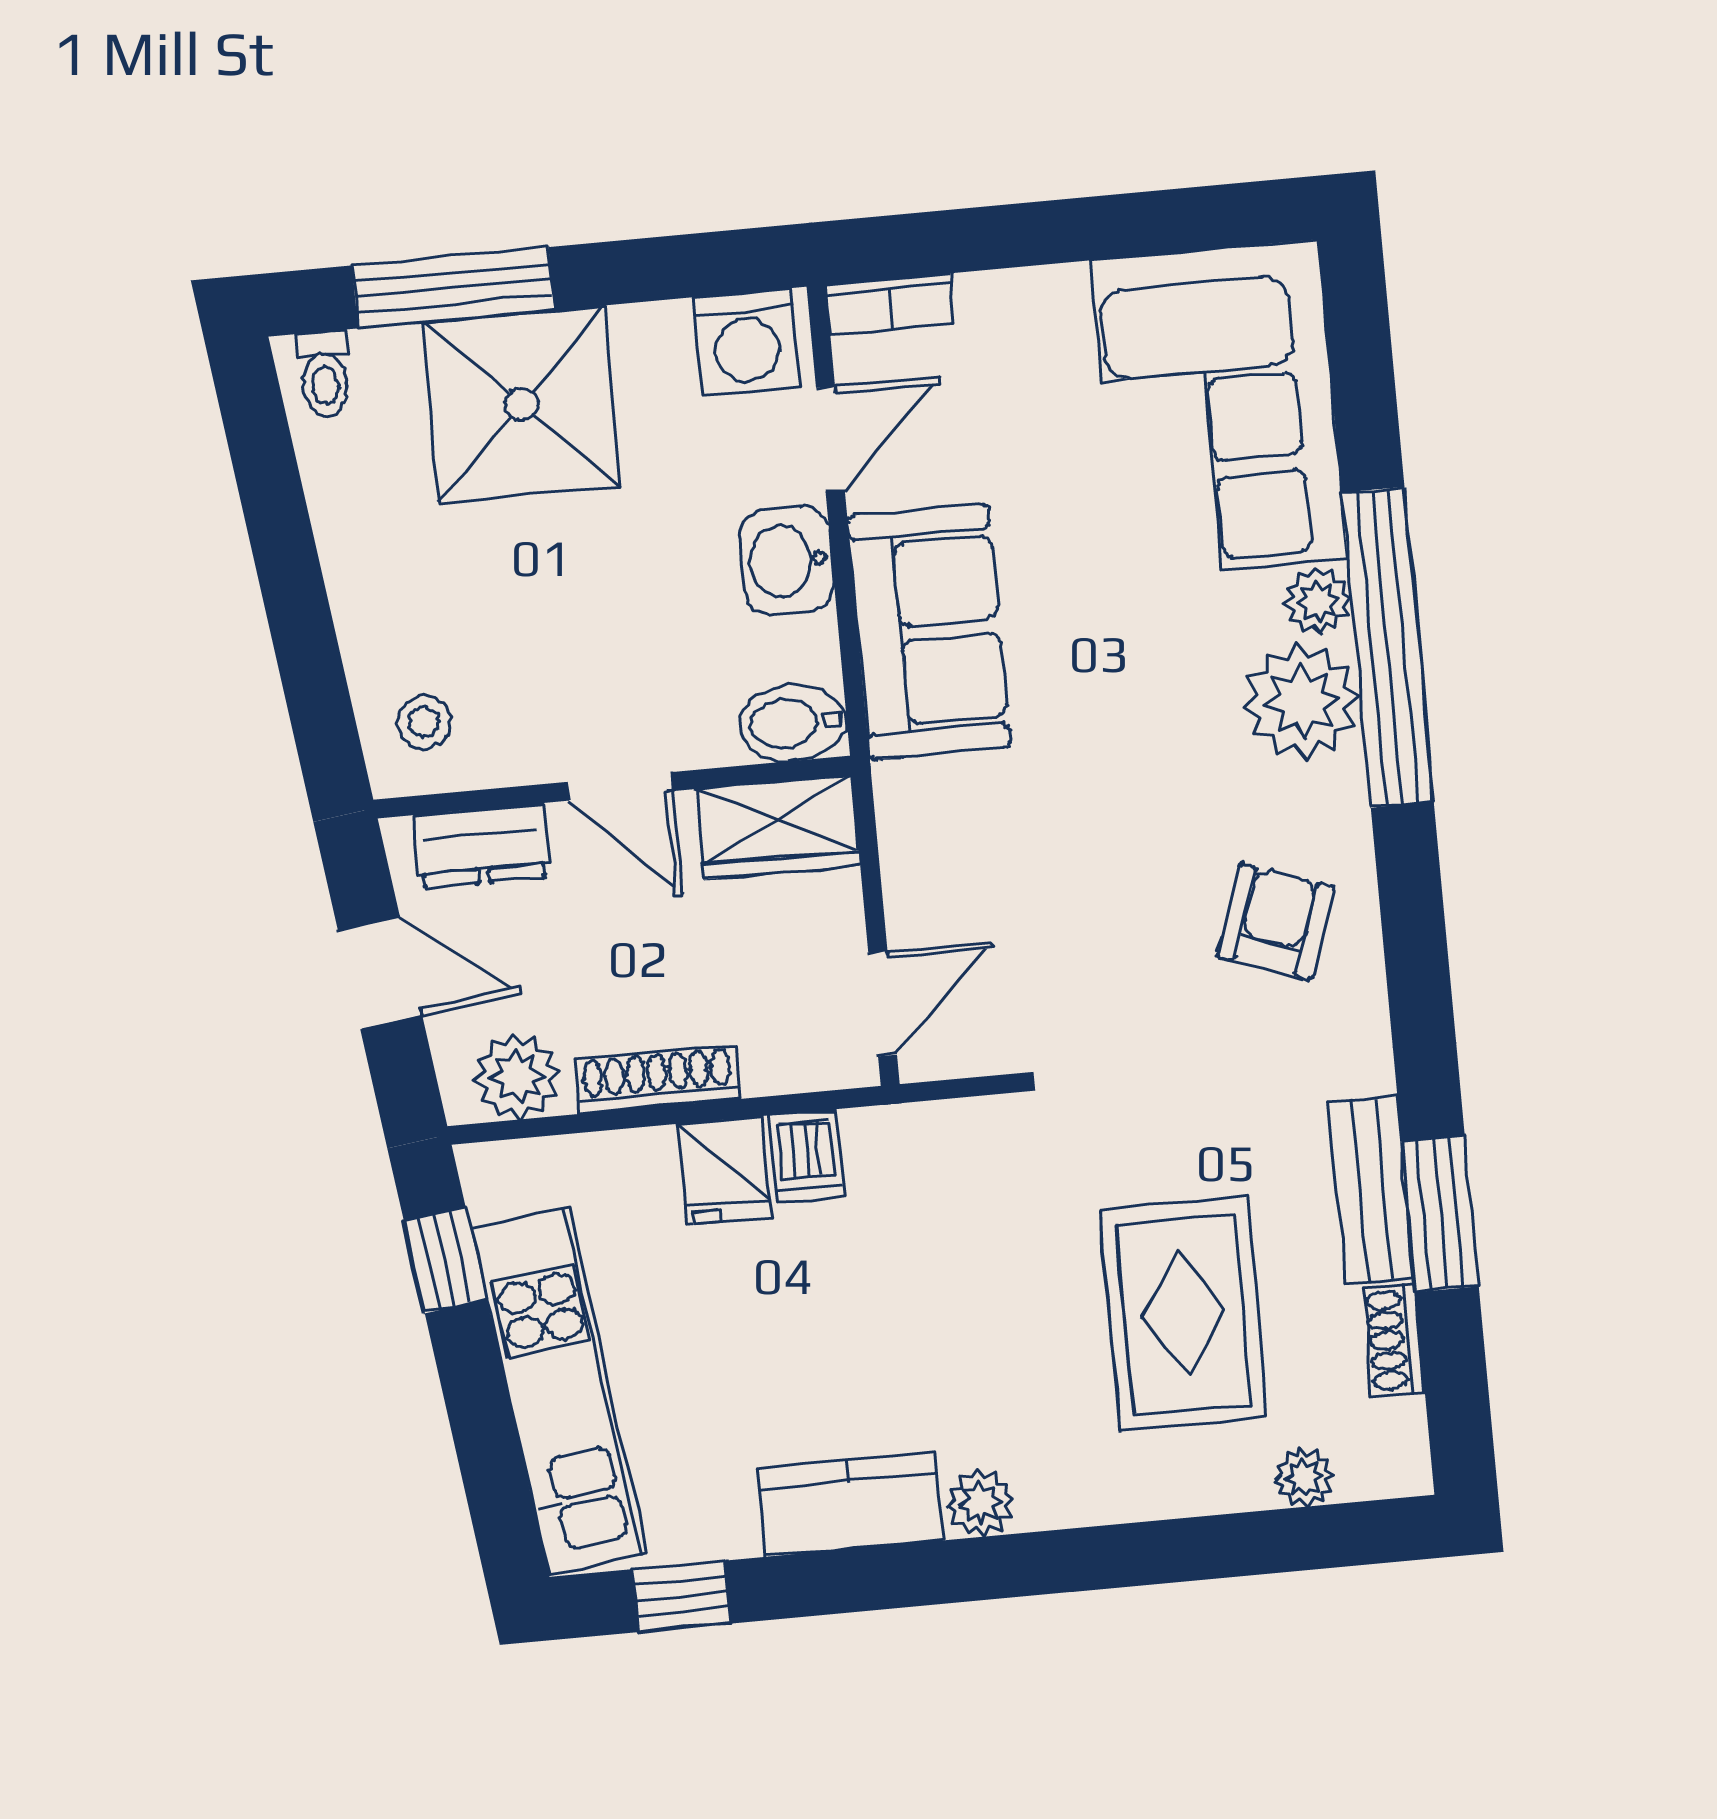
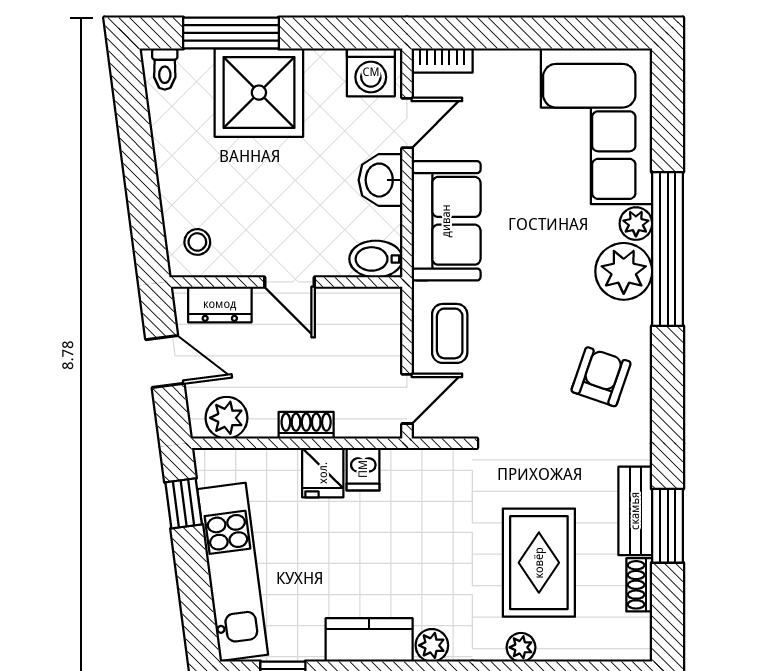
wardrobe: (778, 827) -> (364, 309), removed
coffee table: (958, 861) -> (450, 333), added
shoe rack: (657, 1079) -> (306, 425), width x0.70
plant: (1304, 1477) -> (521, 647), moved

